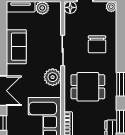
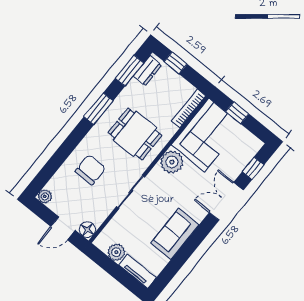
plant: (53, 77) -> (172, 162), moved

